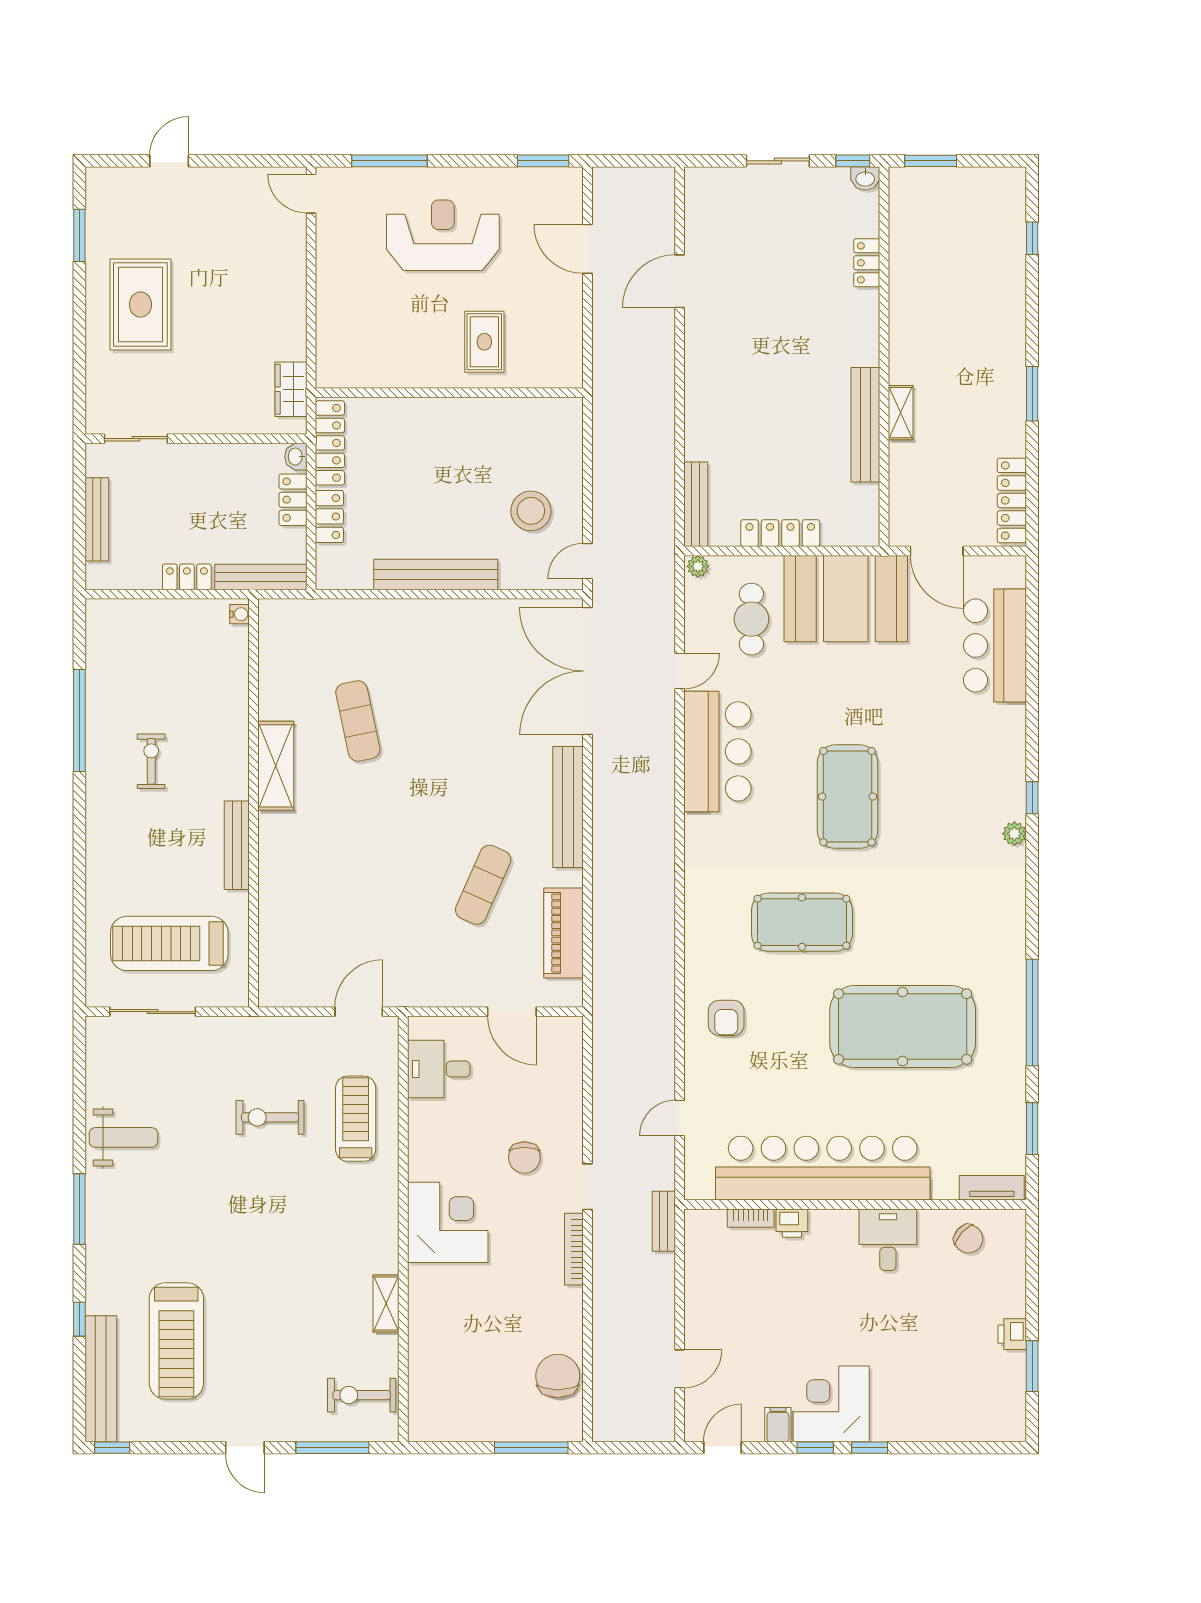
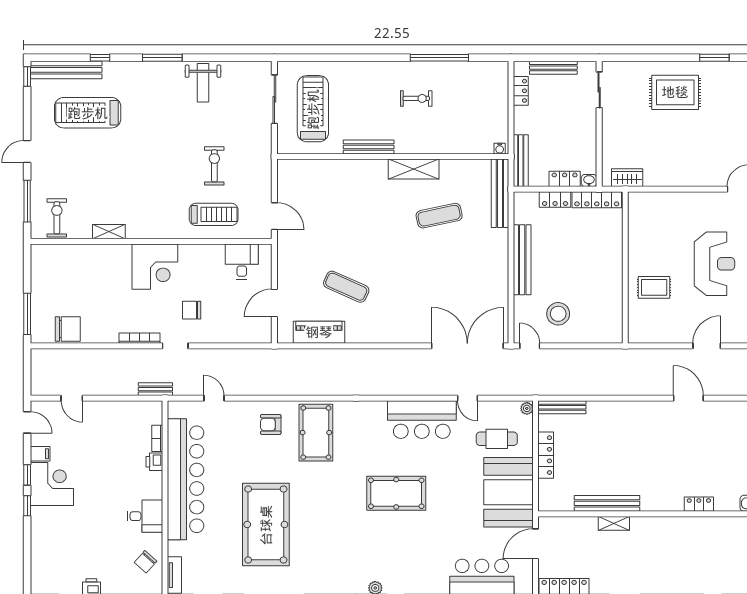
locker: (187, 577) -> (521, 91), moved
bench: (568, 807) -> (500, 193), moved, turned 90
pool table: (802, 922) -> (316, 433), moved

